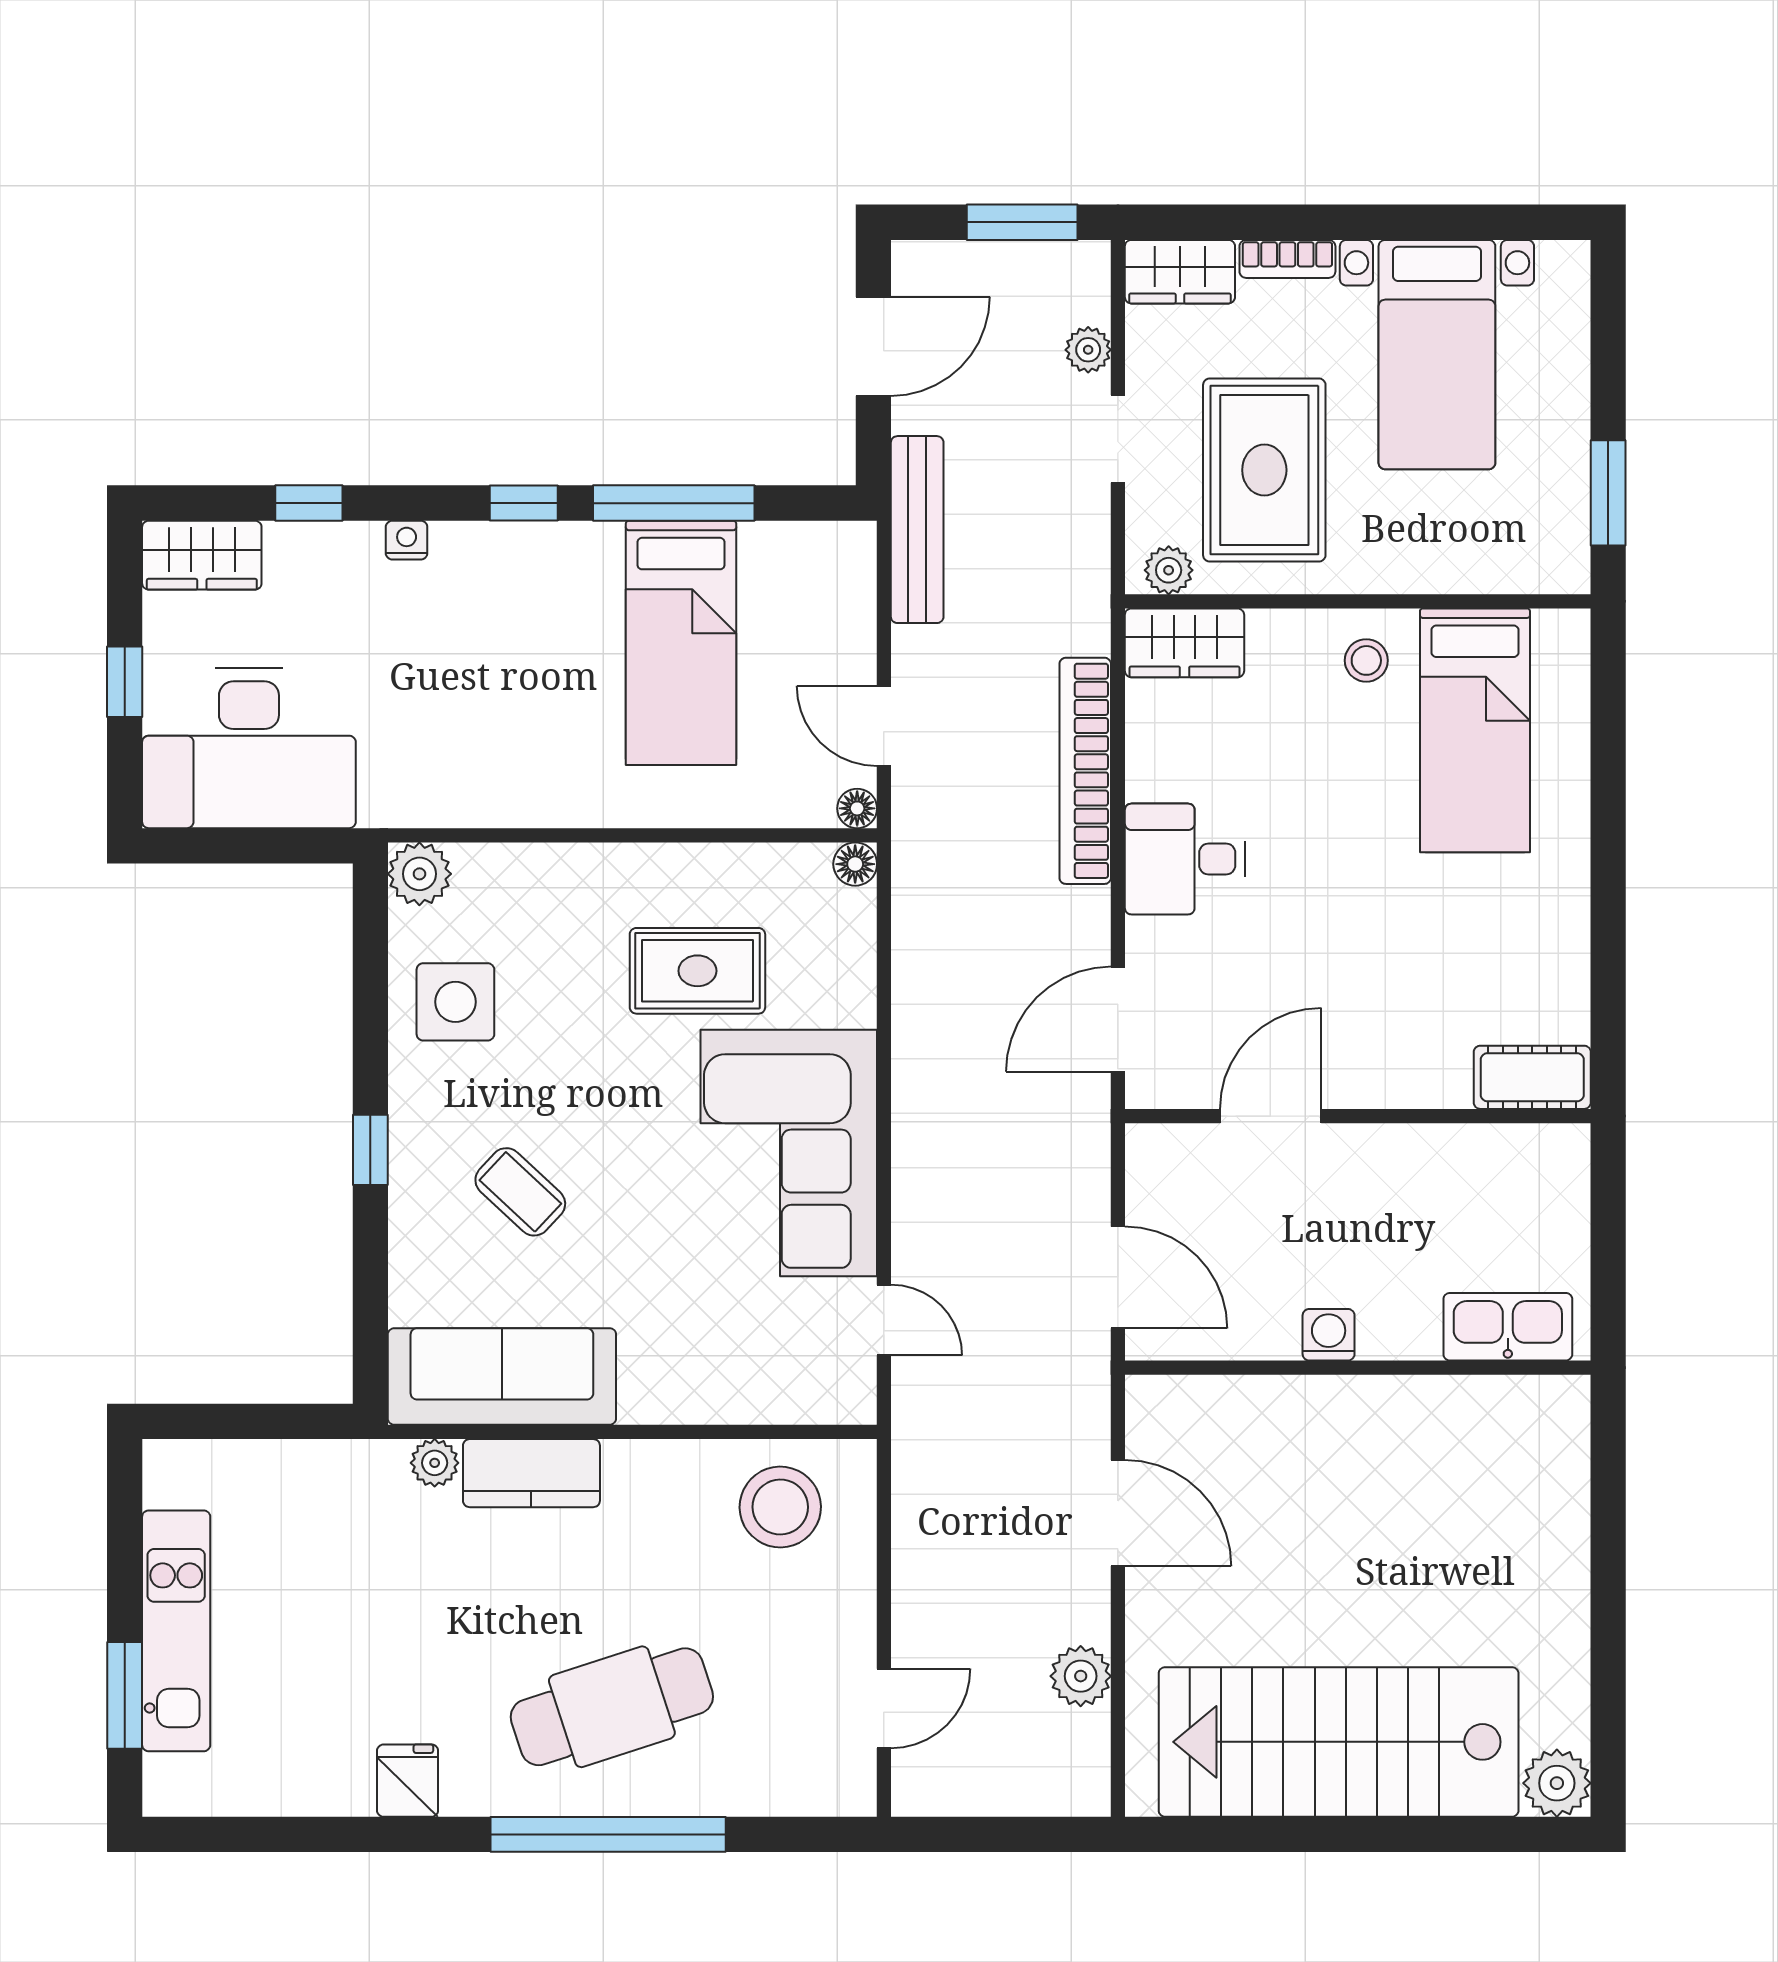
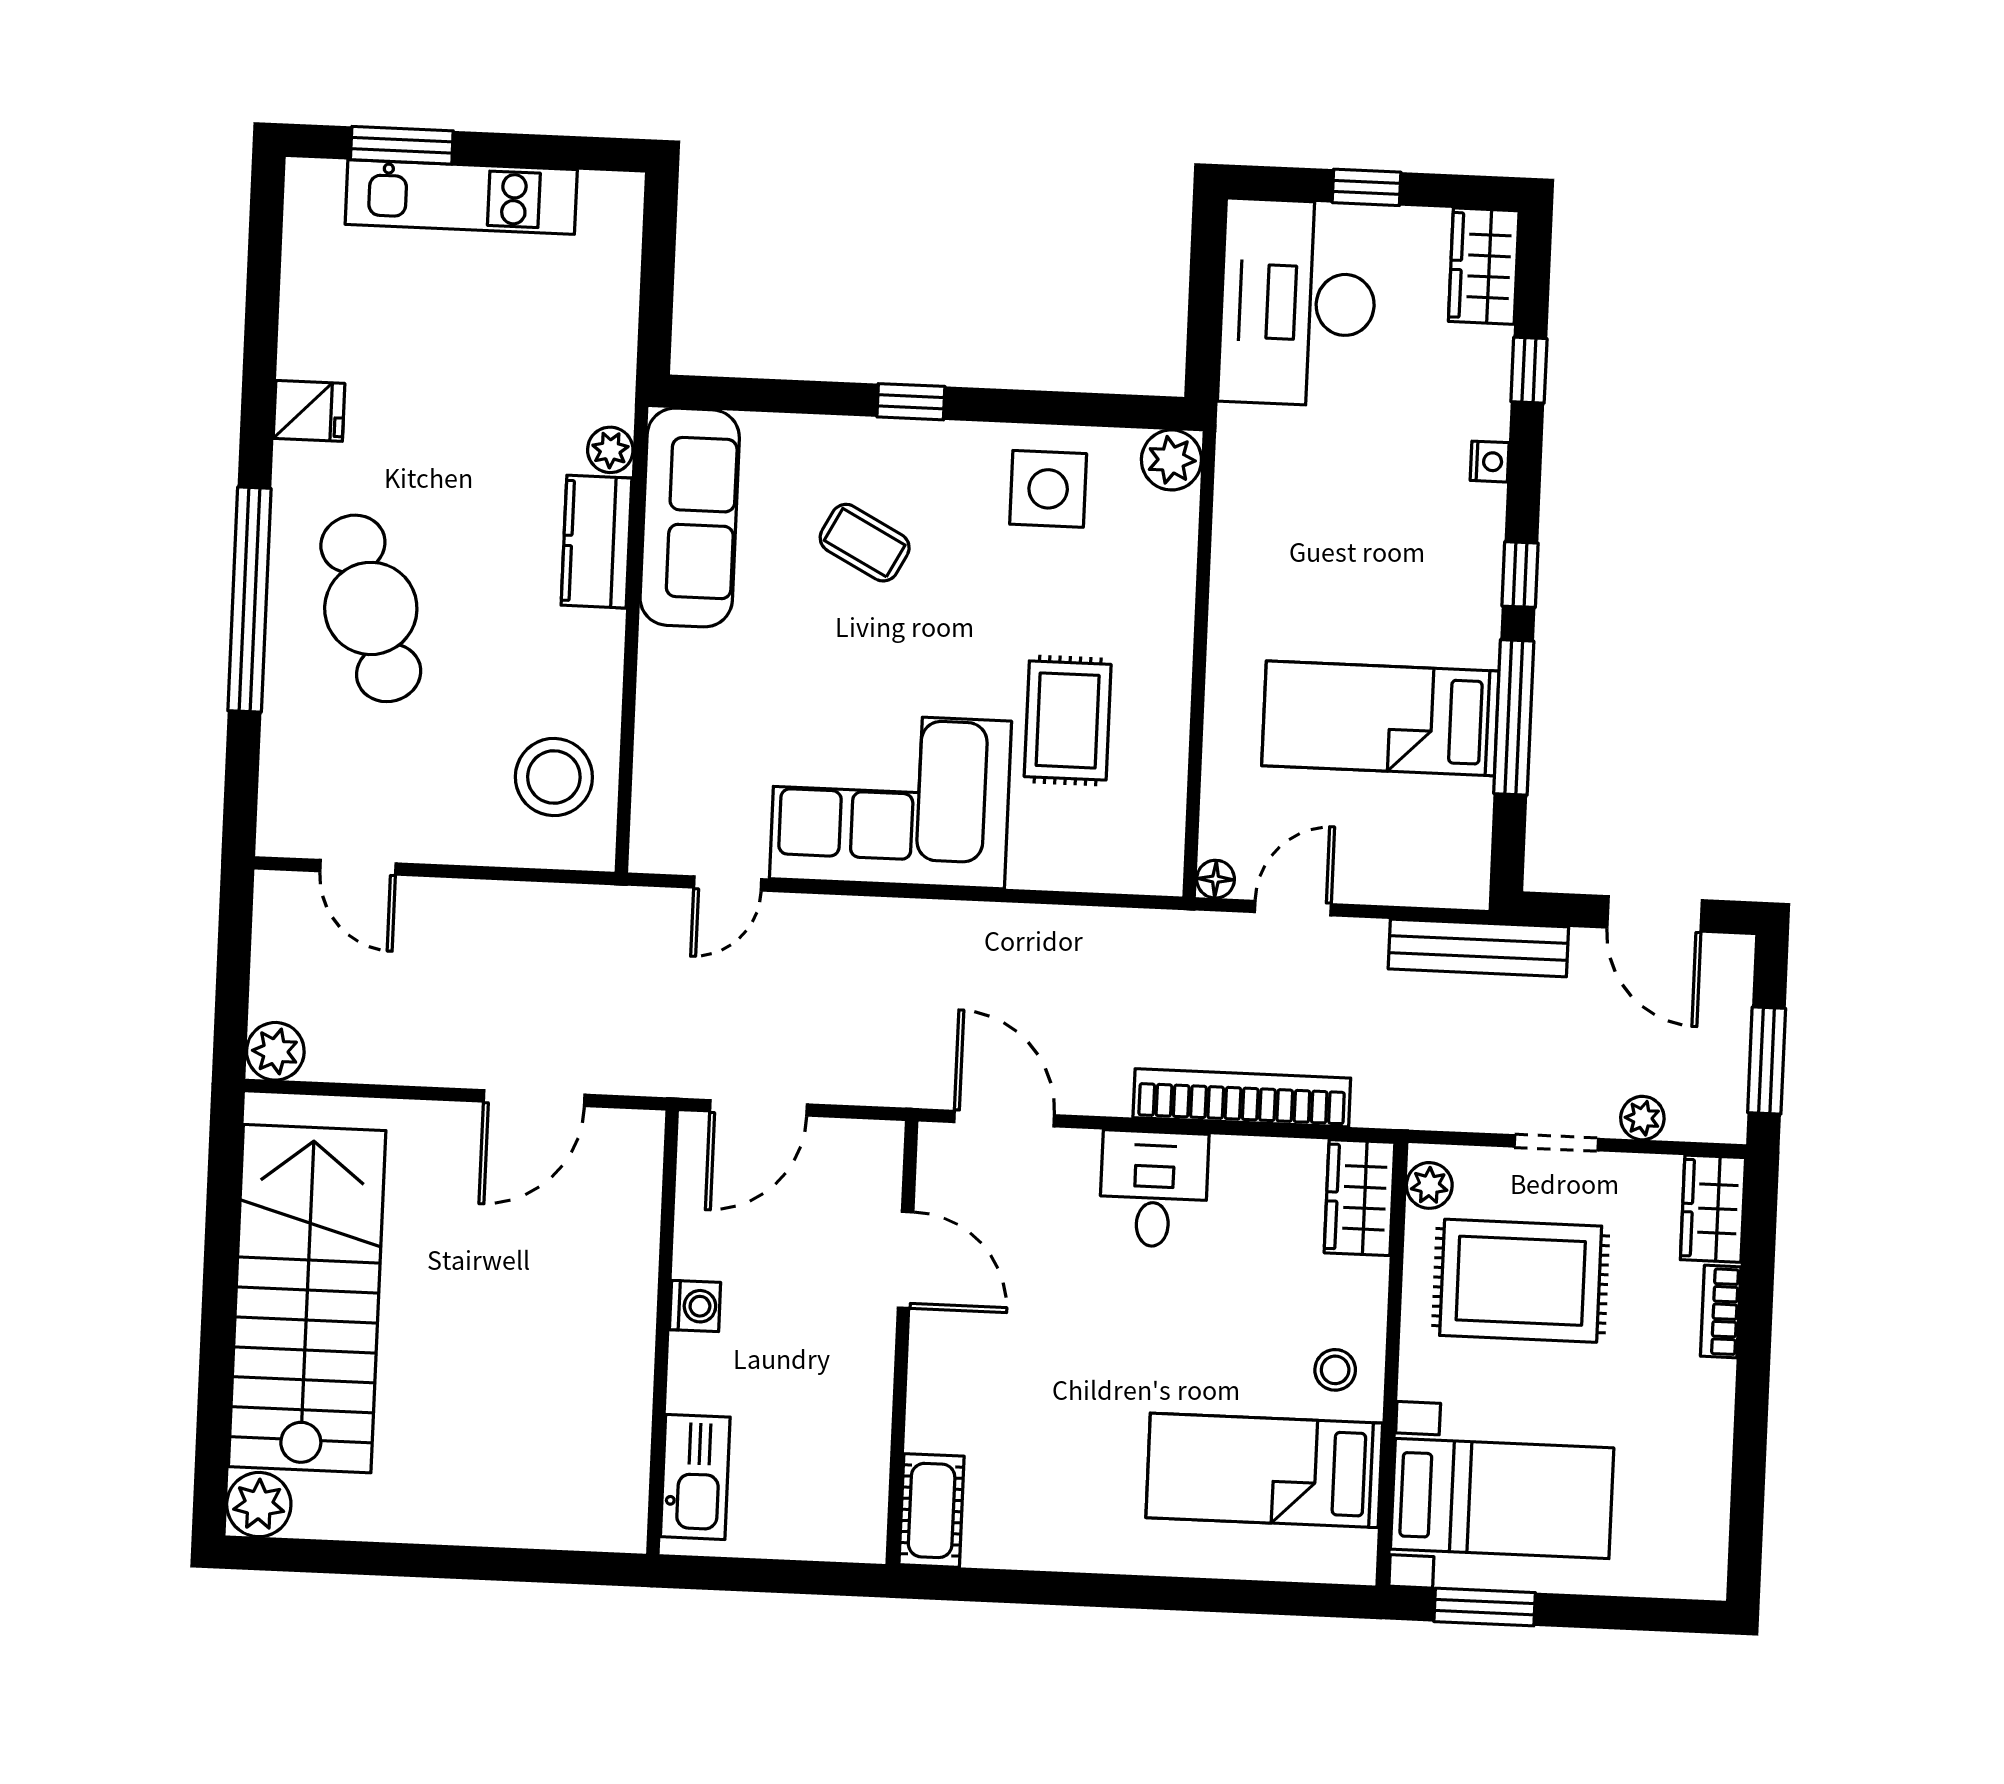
bed with nightstands: (1437, 355) -> (1502, 1499), moved, turned 180
floor lamp: (855, 864) -> (1163, 875), removed
coffee table: (520, 1192) -> (865, 543), turned 75
plant: (1081, 1676) -> (275, 1051), moved

